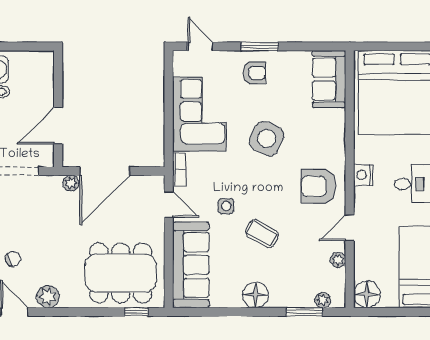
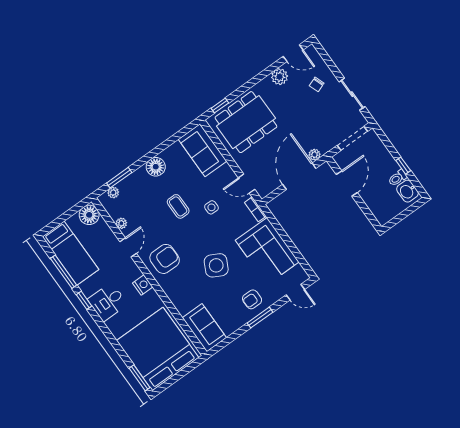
coffee table: (262, 234) -> (178, 206), turned 60
sofa: (191, 265) -> (203, 150), width x0.73

